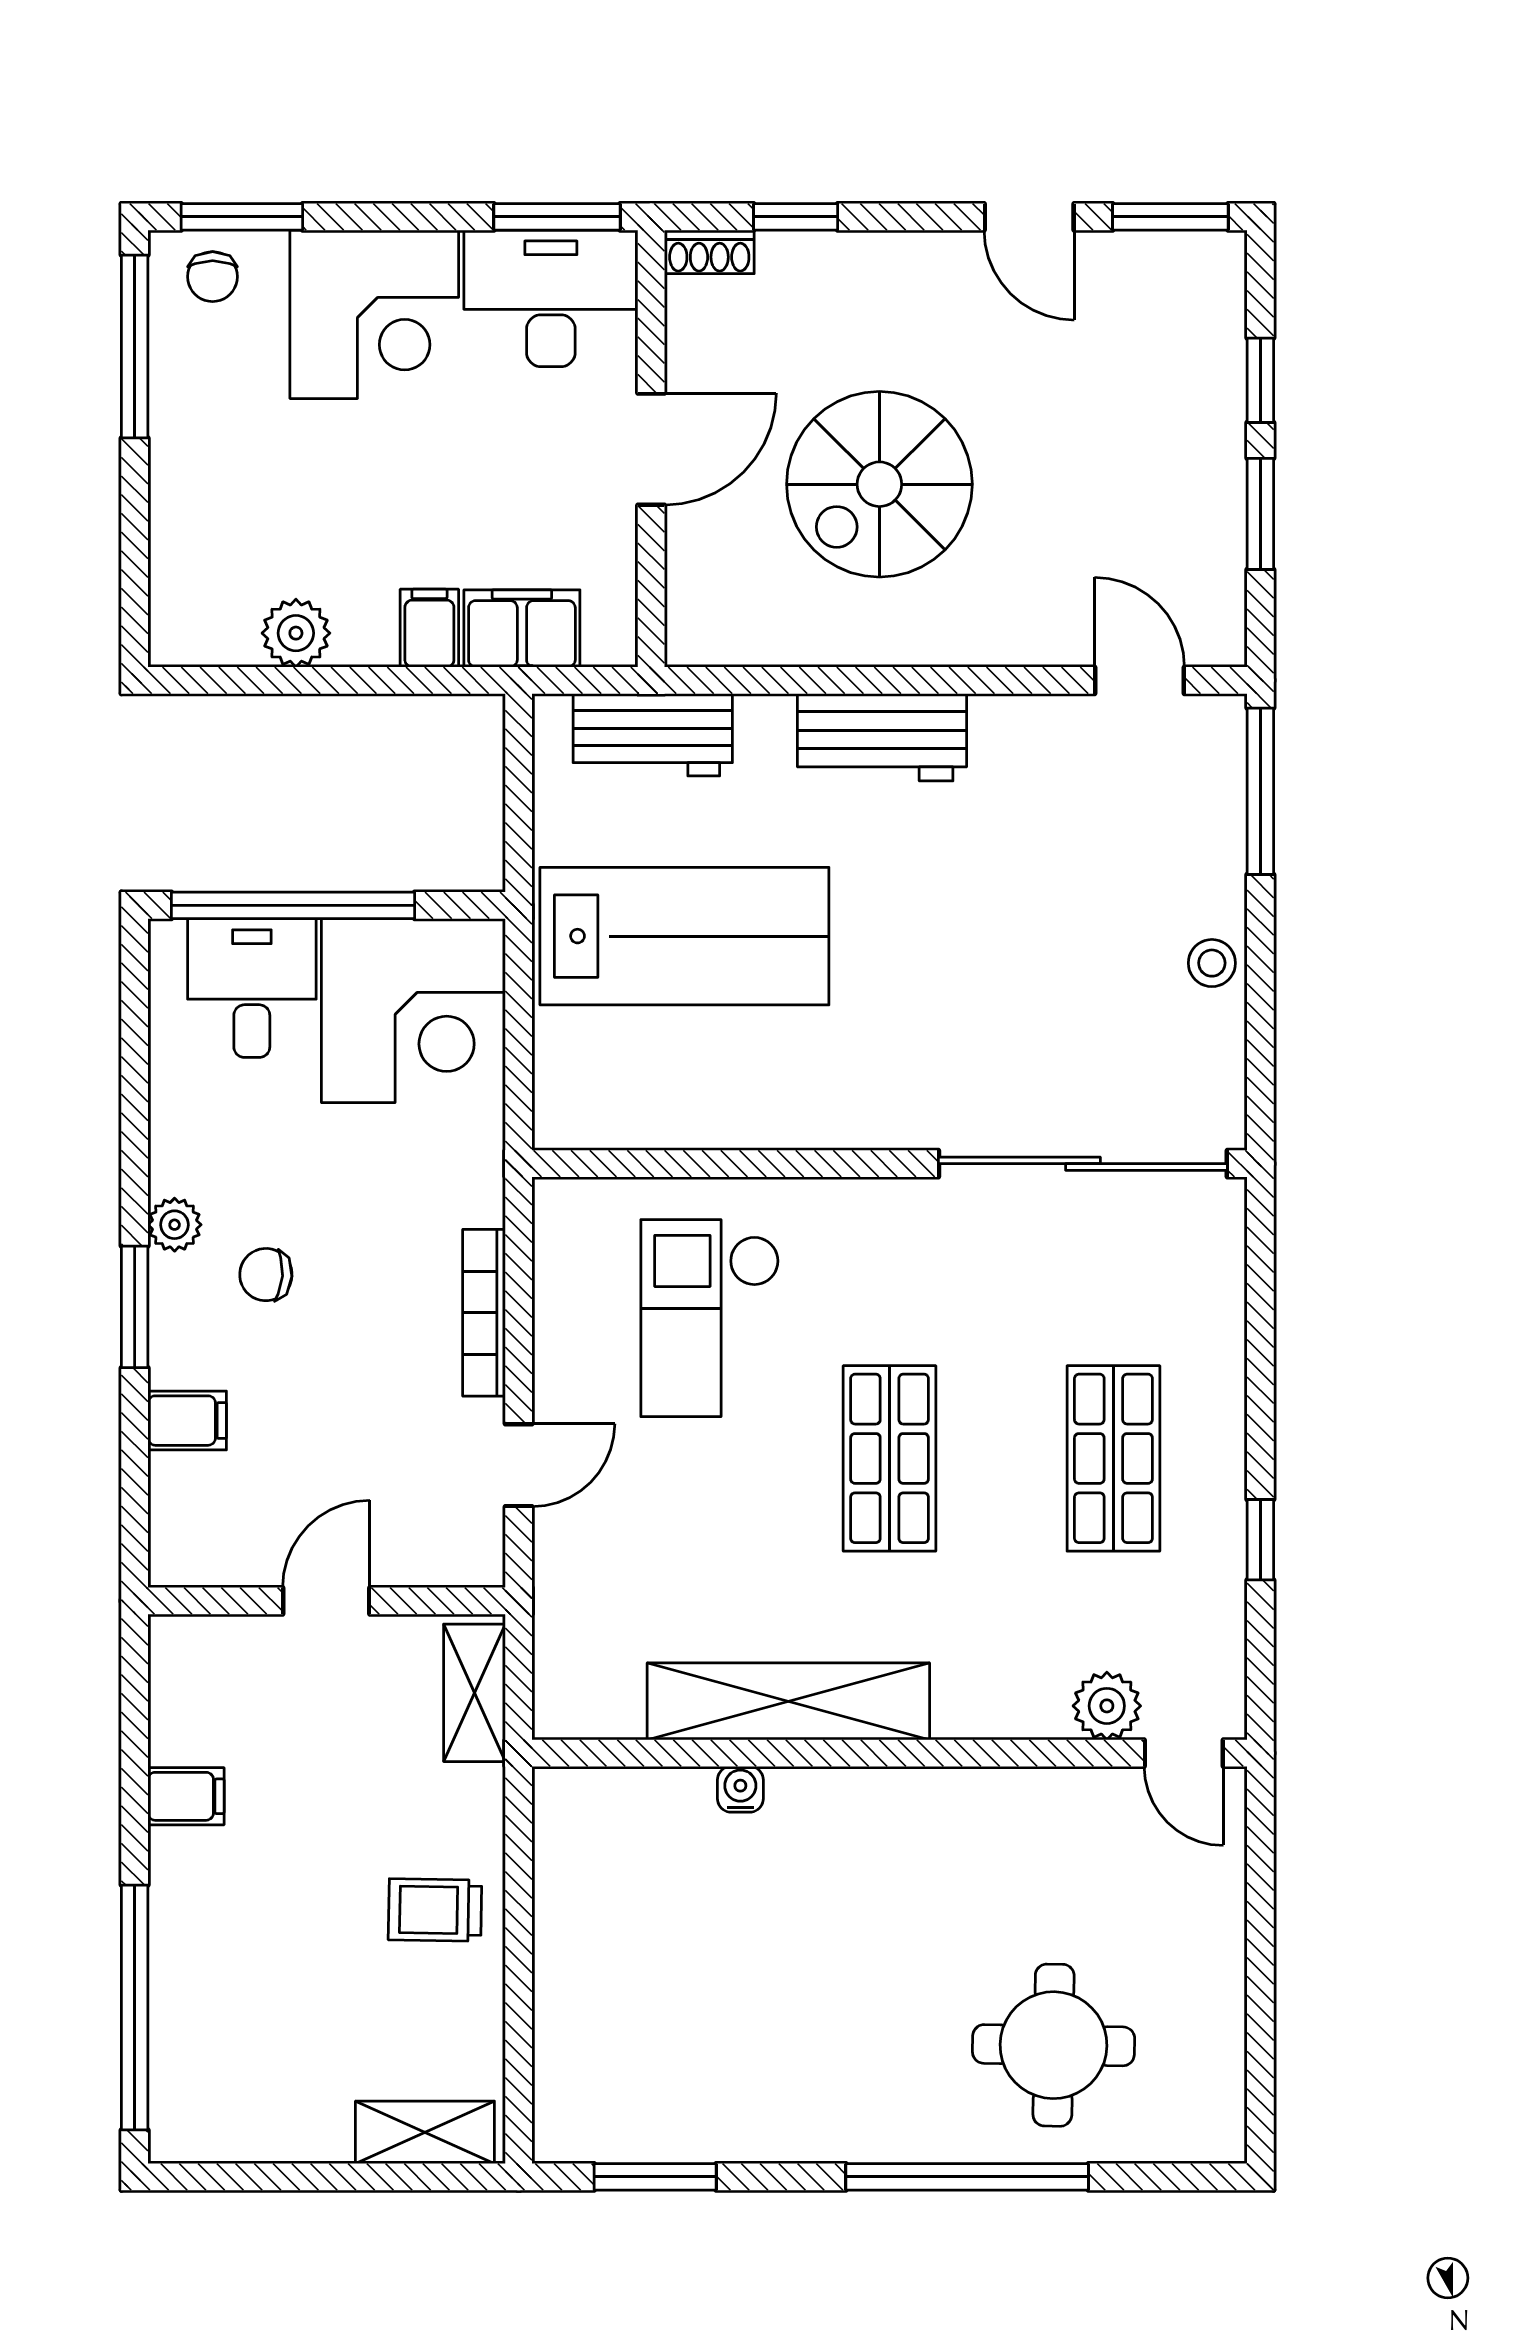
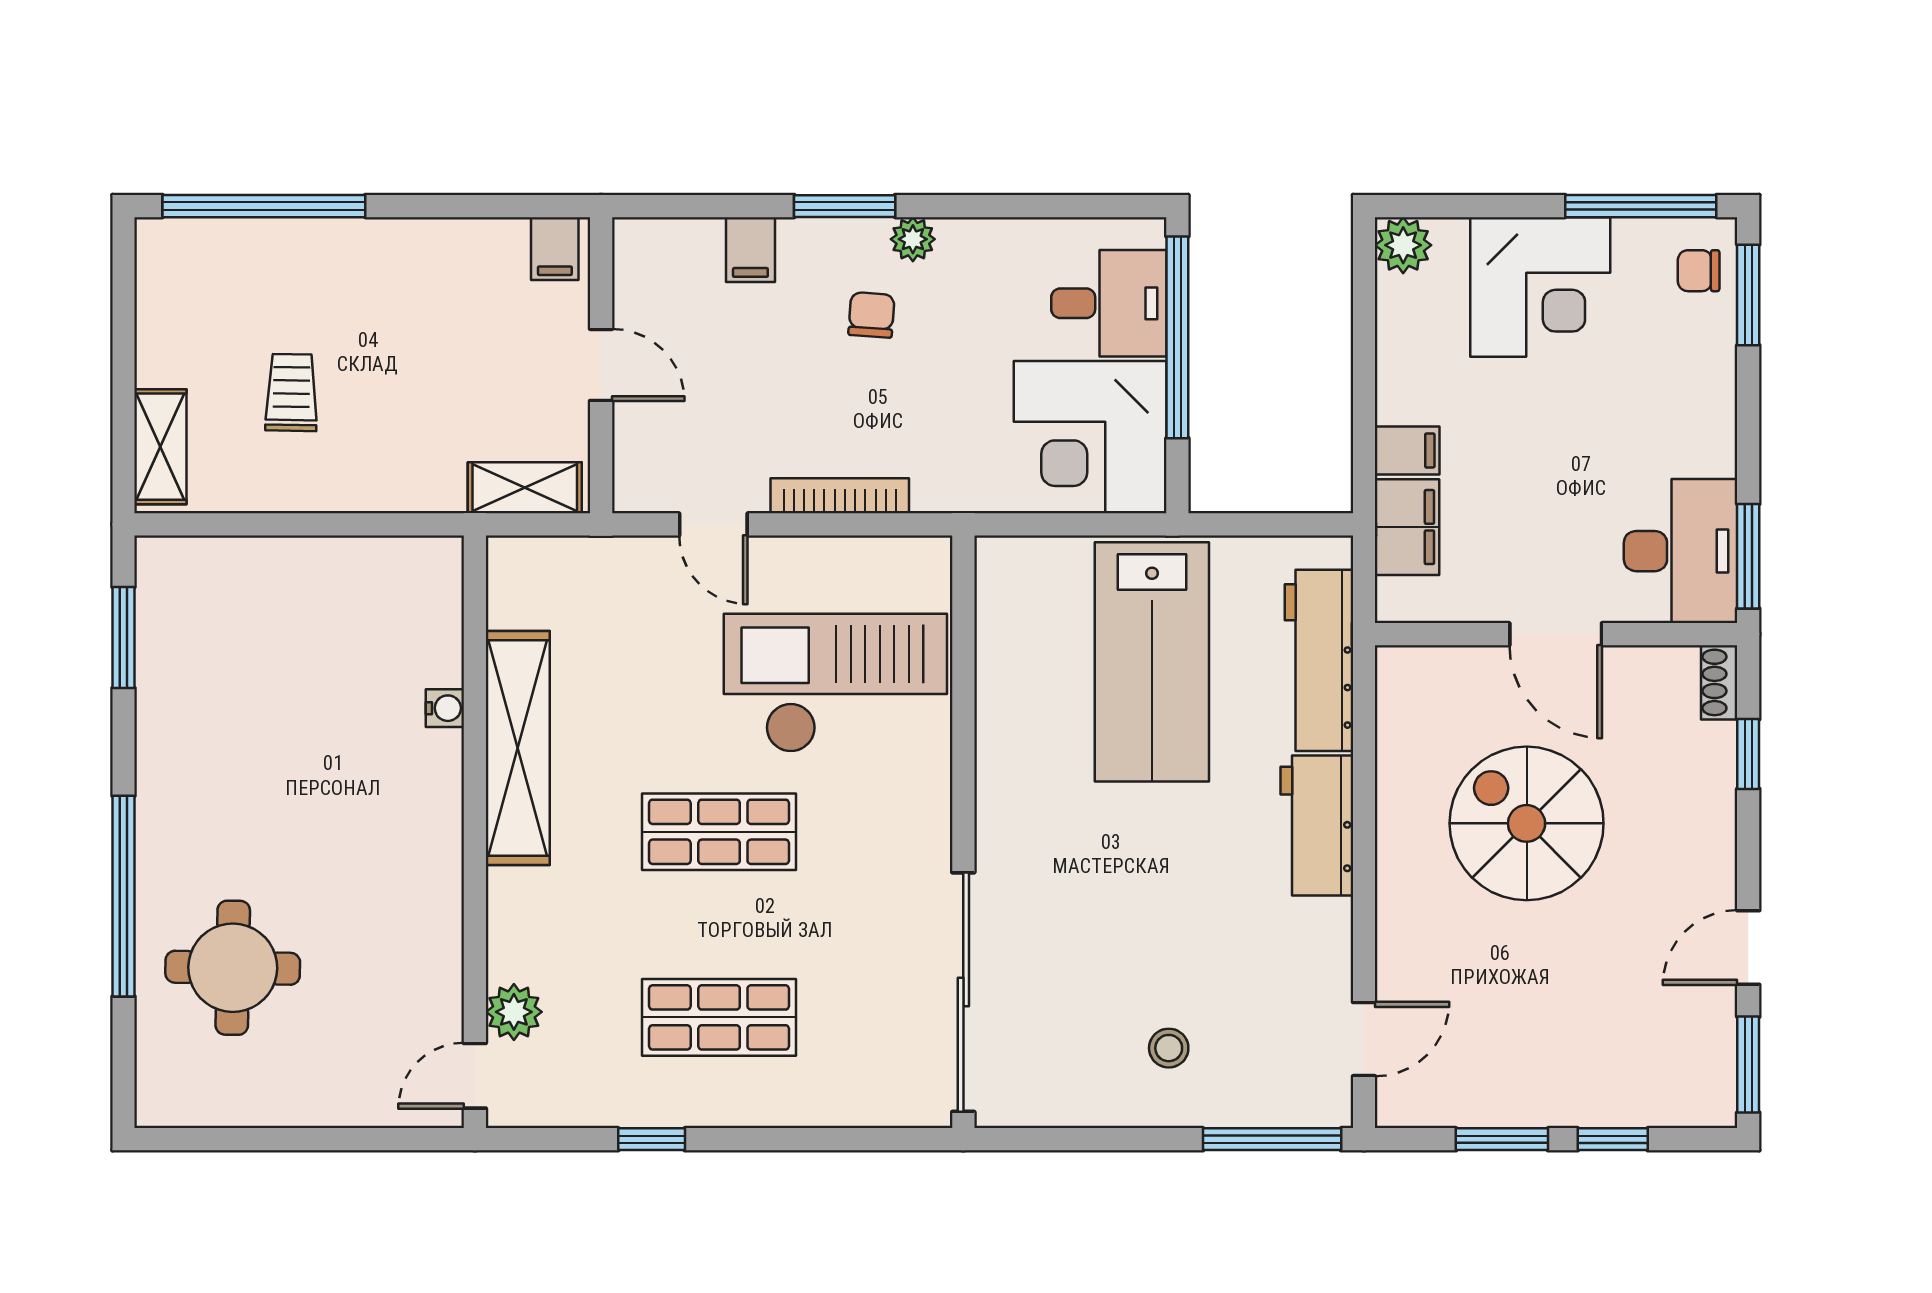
corner desk: (374, 314) -> (1540, 287), moved, turned -90
plant: (296, 633) -> (1403, 245), moved
workbench: (653, 735) -> (1319, 660), width x1.37
stool: (1212, 963) -> (1169, 1048), moved
checkout: (710, 1318) -> (835, 683), width x1.36, depth x1.21
filing cabinet: (186, 1796) -> (555, 249), moved
trolley: (435, 1910) -> (291, 392), moved

